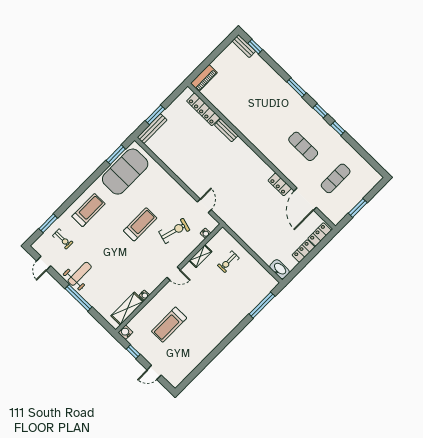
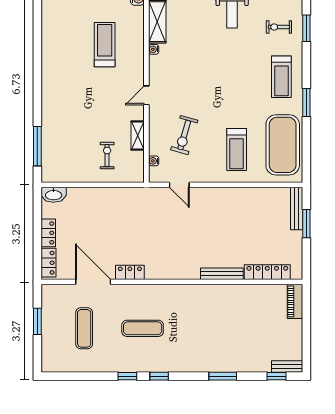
window: (297, 87) -> (223, 376), moved
bench: (226, 130) -> (222, 274), width x1.36
window: (116, 155) -> (306, 102), moved
treadmill: (140, 224) -> (237, 149), moved

